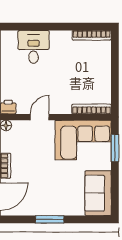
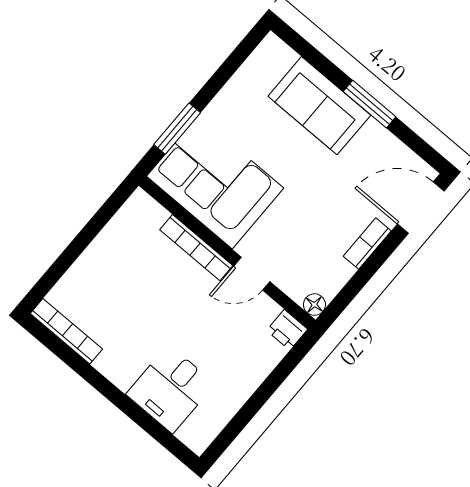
bookcase: (92, 109) -> (196, 248), moved
sofa: (98, 193) -> (319, 106), moved, turned 90

